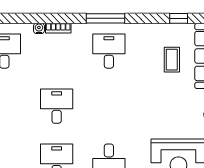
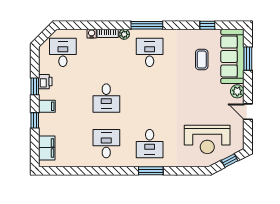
plant: (78, 29) -> (124, 34), added
desk: (57, 106) -> (106, 98), turned 180

